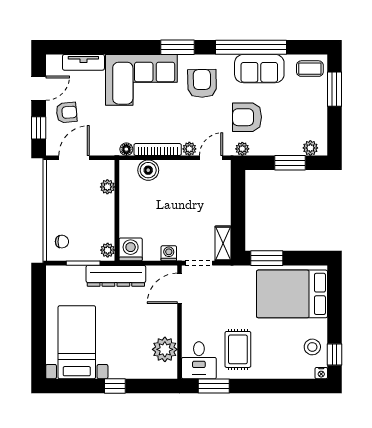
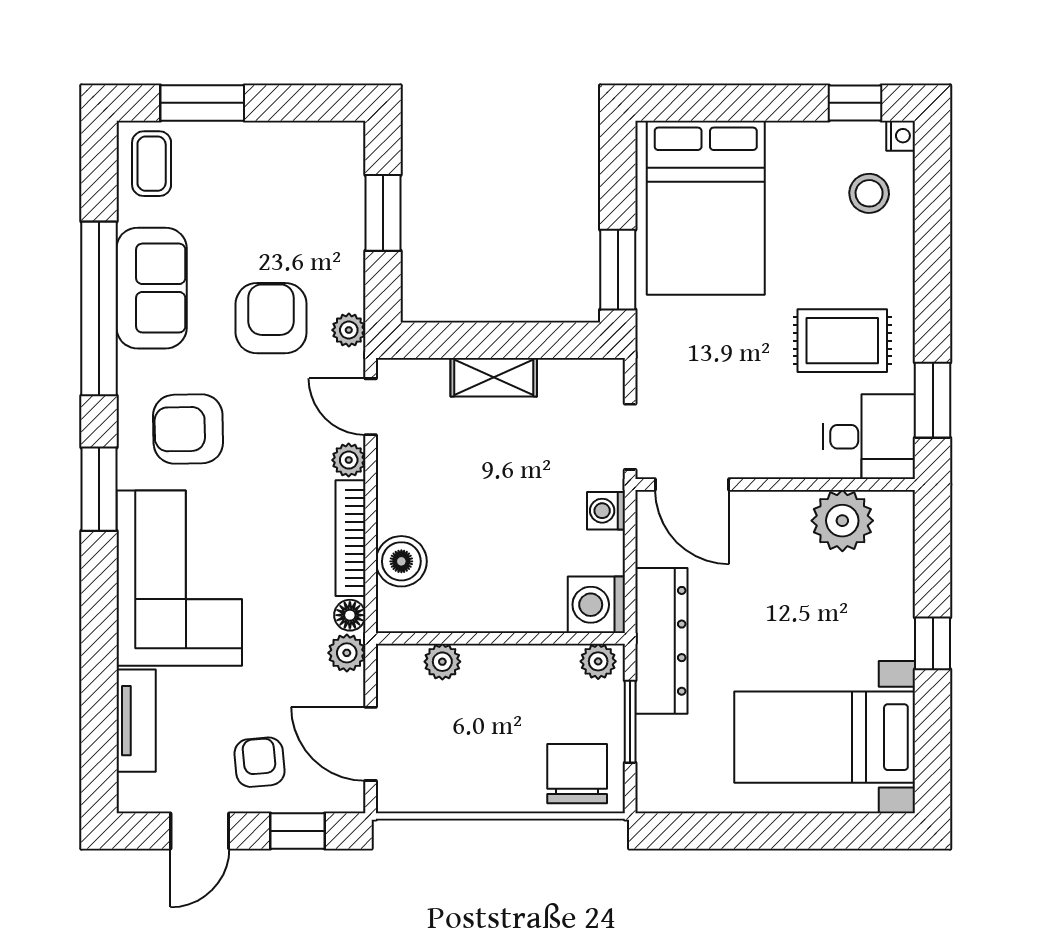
door: (39, 88) -> (200, 831), swing flipped
armchair: (247, 117) -> (271, 318), turned 180
plant: (310, 148) -> (347, 653), moved
chair: (62, 242) -> (577, 774), width x1.87, depth x1.87
shelving: (223, 243) -> (494, 377), moved
stool: (312, 347) -> (869, 193), moved

